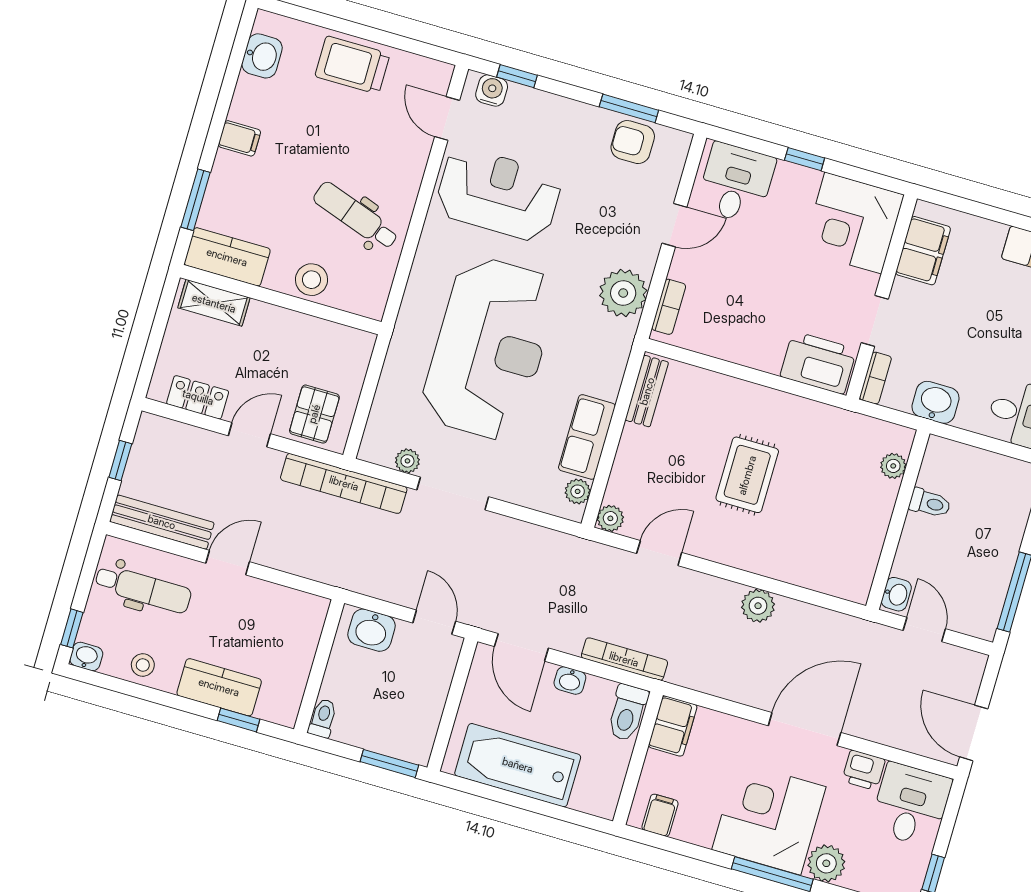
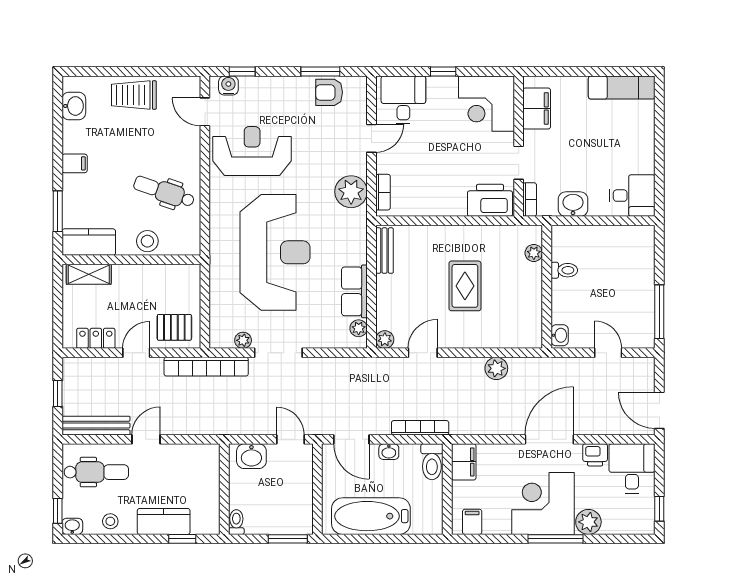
pallet: (314, 414) -> (174, 327), turned 90
plant: (893, 466) -> (534, 253), moved
toilet: (930, 503) -> (564, 270), moved
wall: (898, 520) -> (547, 287), moved
washbasin: (896, 594) -> (560, 335), moved

